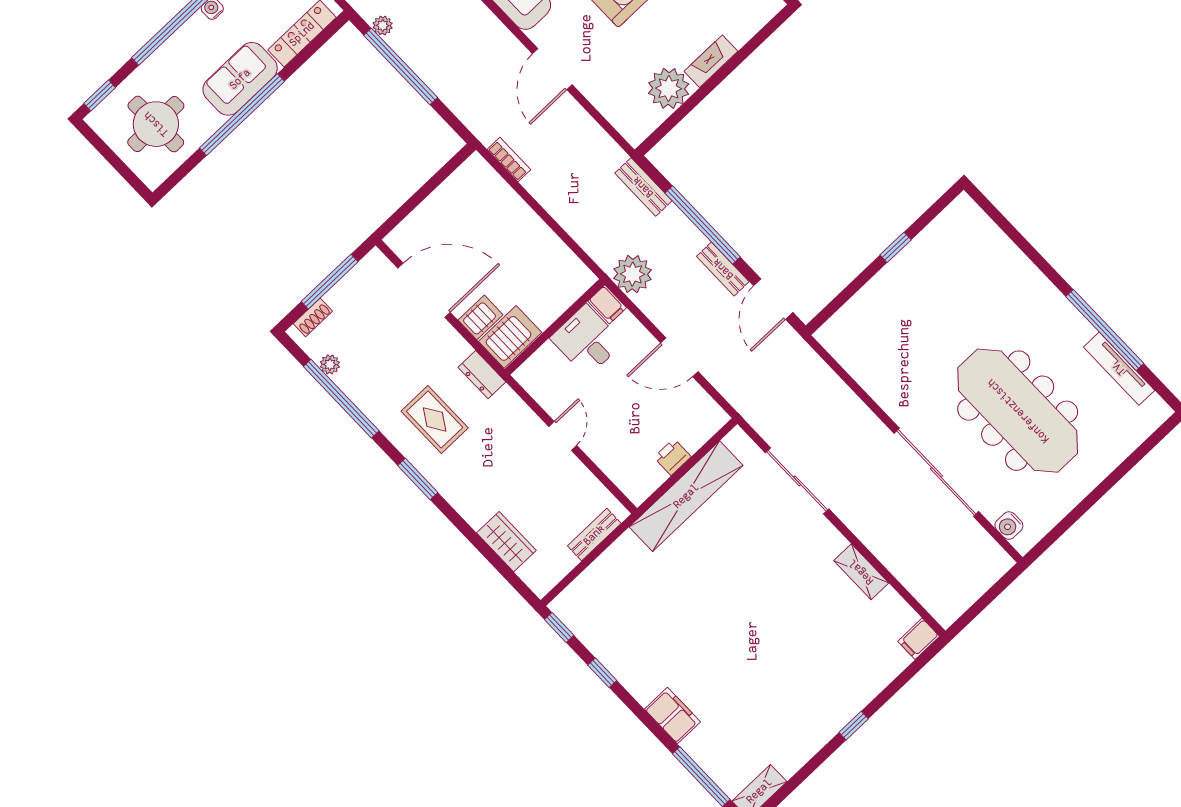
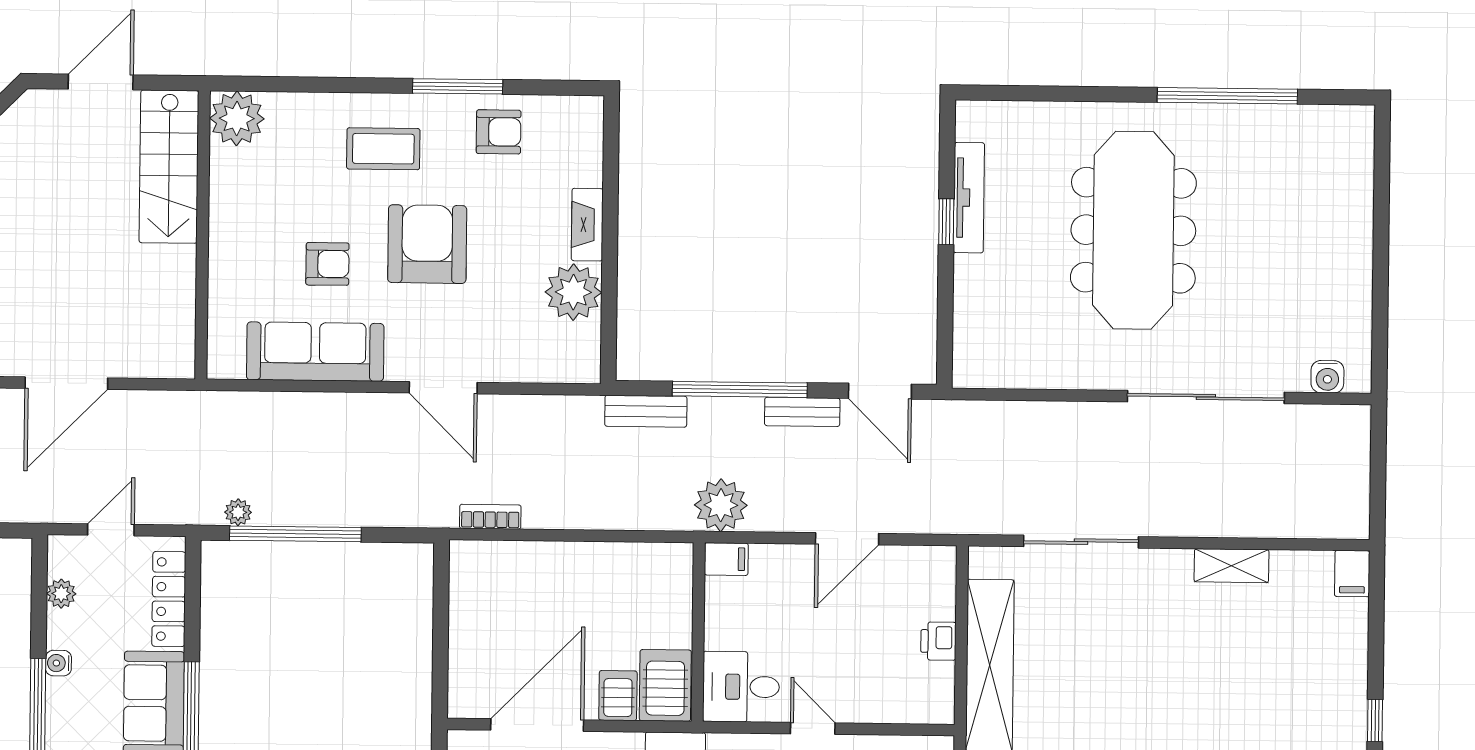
desk: (587, 340) -> (741, 687), moved
tv unit: (1119, 369) -> (969, 198), moved, turned -90
meeting table: (1018, 411) -> (1133, 230), moved, turned 90

